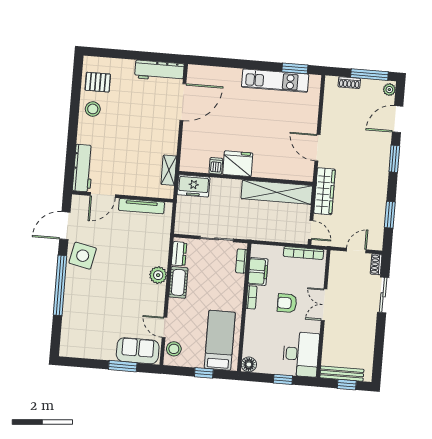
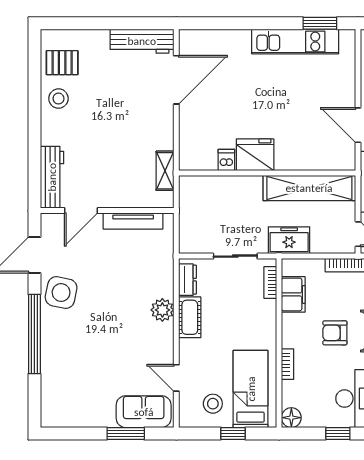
freezer: (194, 186) -> (289, 240), moved, turned 180
bookcase: (251, 297) -> (288, 364), moved
stool: (174, 349) -> (213, 404), moved

